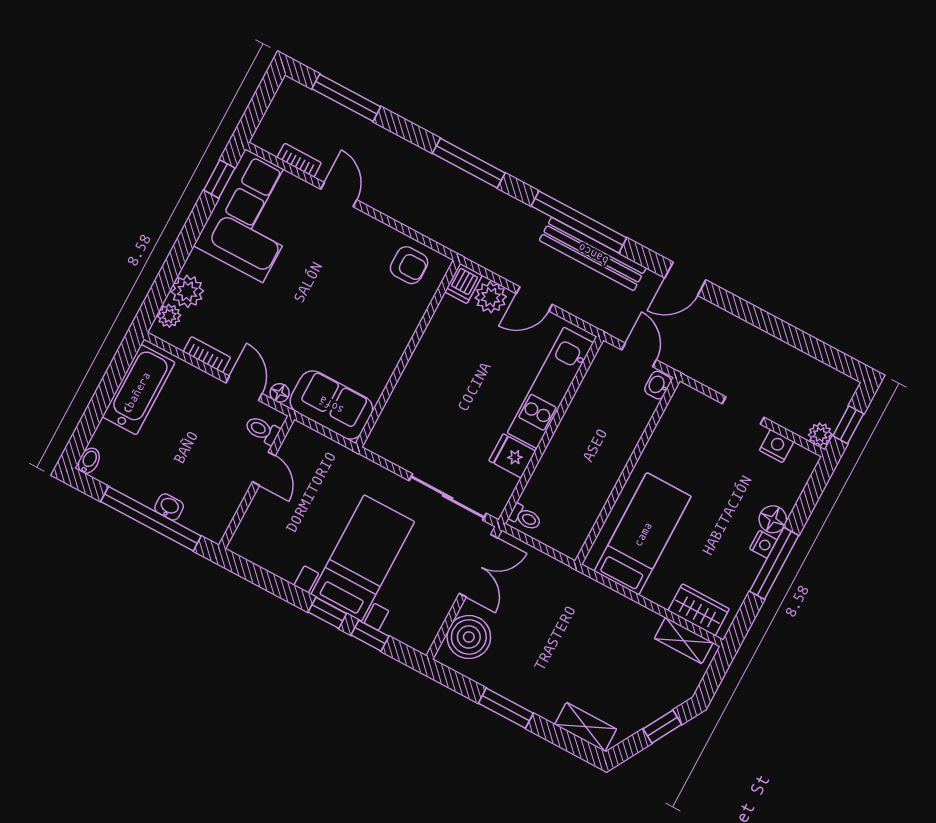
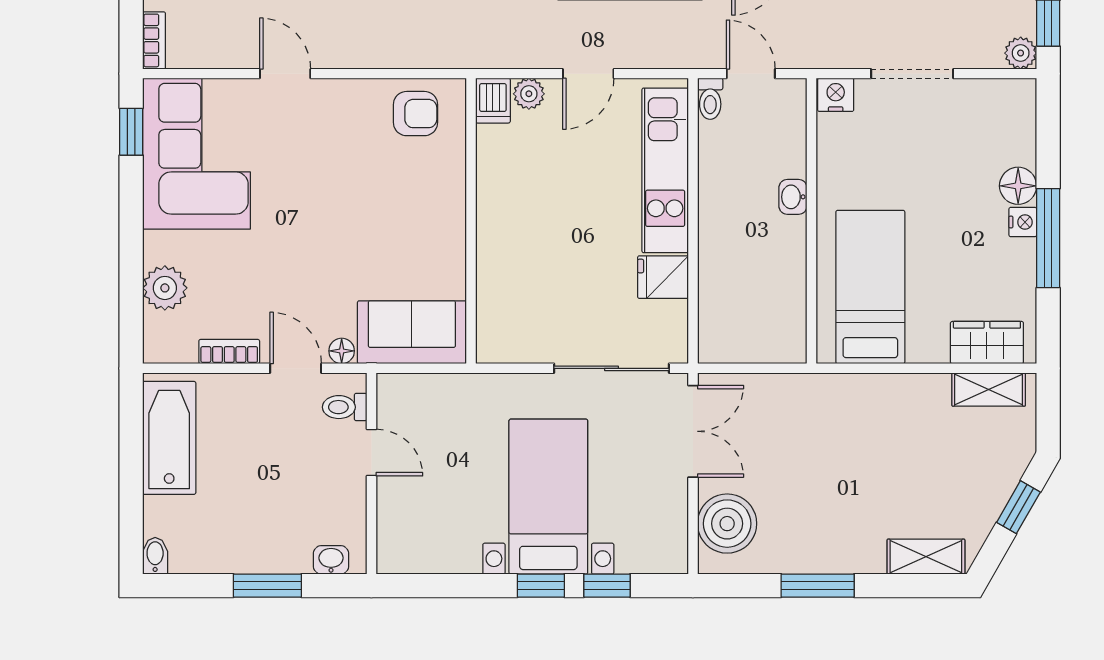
bookcase: (299, 160) -> (154, 40), moved, turned 90
plant: (491, 297) -> (529, 94), width x0.73, depth x0.73
plant: (169, 316) -> (159, 329), removed
washbasin: (658, 385) -> (793, 197), moved
doorway: (743, 410) -> (912, 74), width x1.38
nightstand: (777, 446) -> (836, 95), moved
washbasin: (169, 507) -> (331, 560), moved
toilet: (525, 517) -> (710, 99), moved, turned 90
window: (151, 519) -> (267, 586), width x0.47

